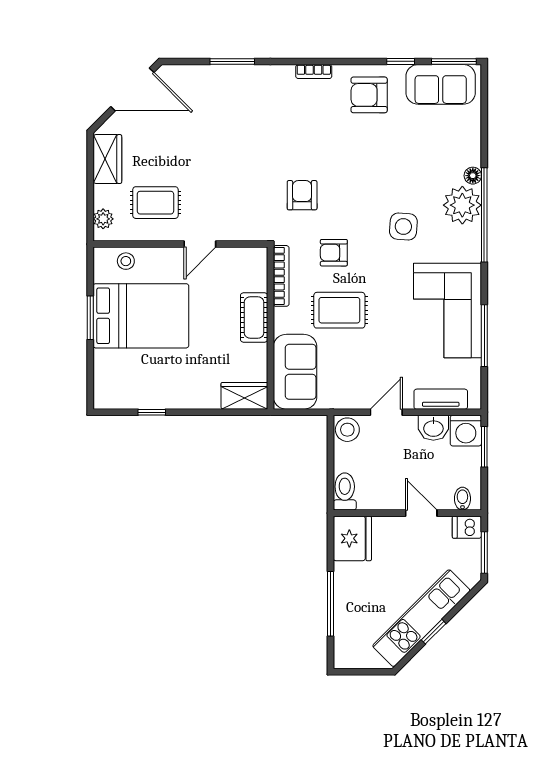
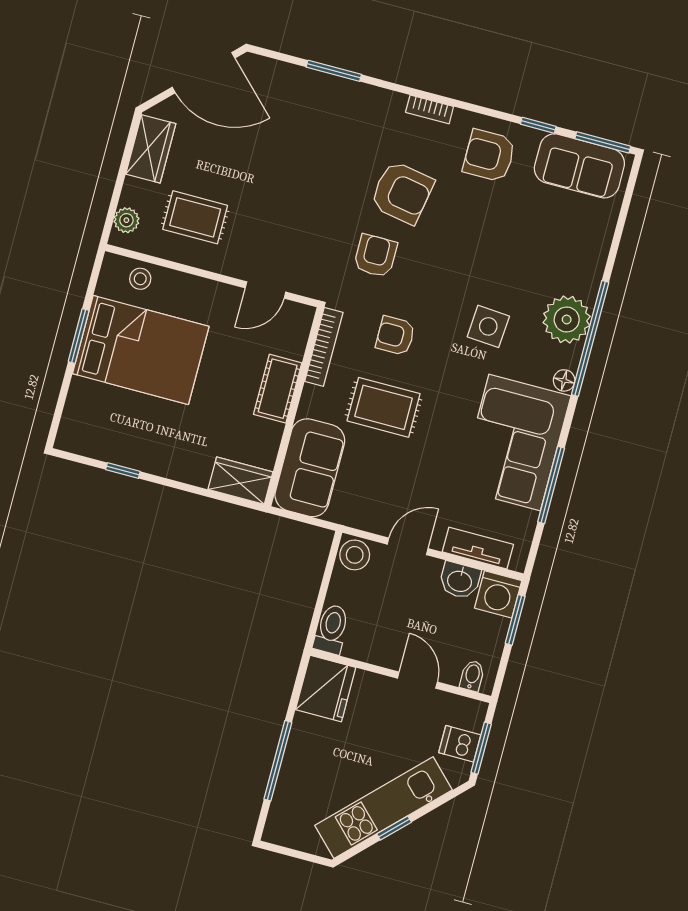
armchair: (310, 141) -> (402, 192), added
floor lamp: (473, 176) -> (564, 380), moved
door: (200, 244) -> (265, 290), moved
dishwasher: (467, 527) -> (460, 744), moved

